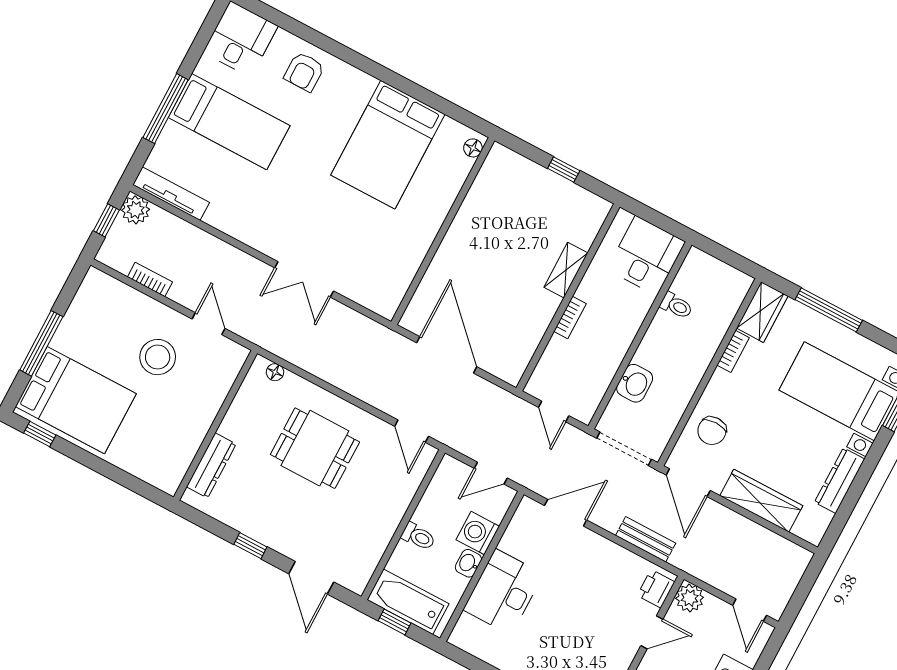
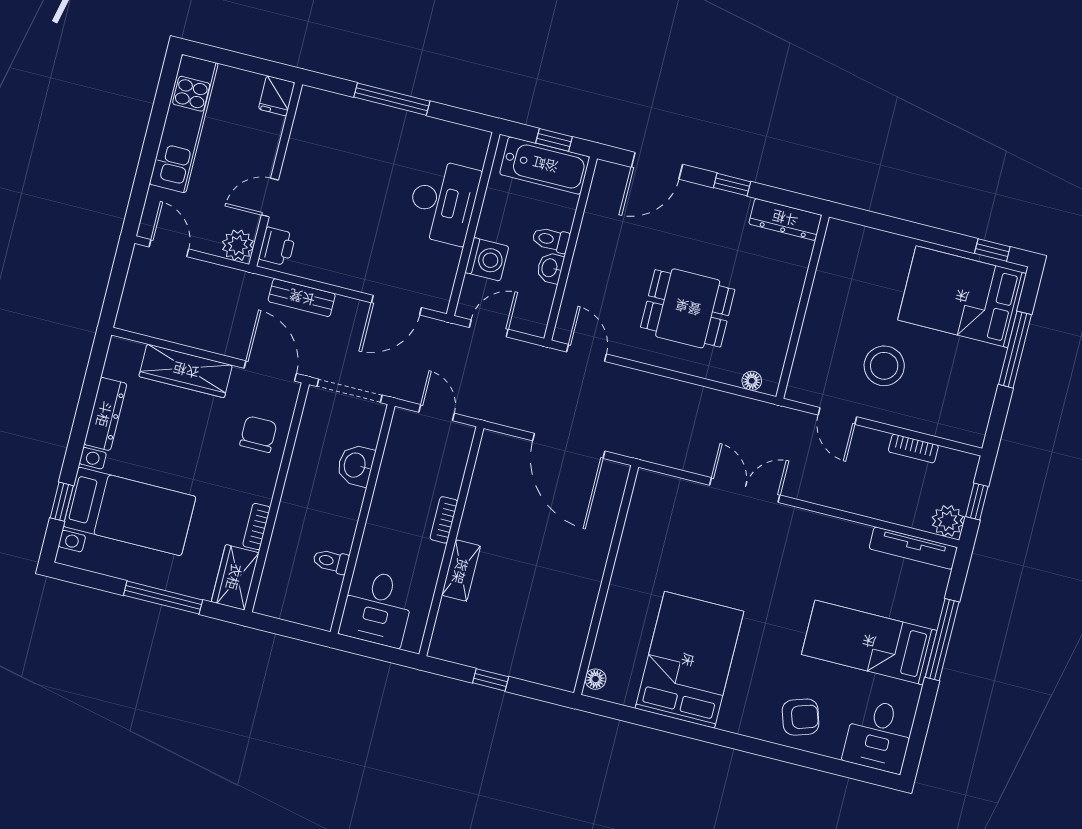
armchair: (304, 72) -> (801, 717), turned 72
dresser: (211, 465) -> (785, 219), moved, turned -90
washbasin: (468, 563) -> (550, 268), moved, turned 180
door: (311, 578) -> (657, 166), swing flipped

